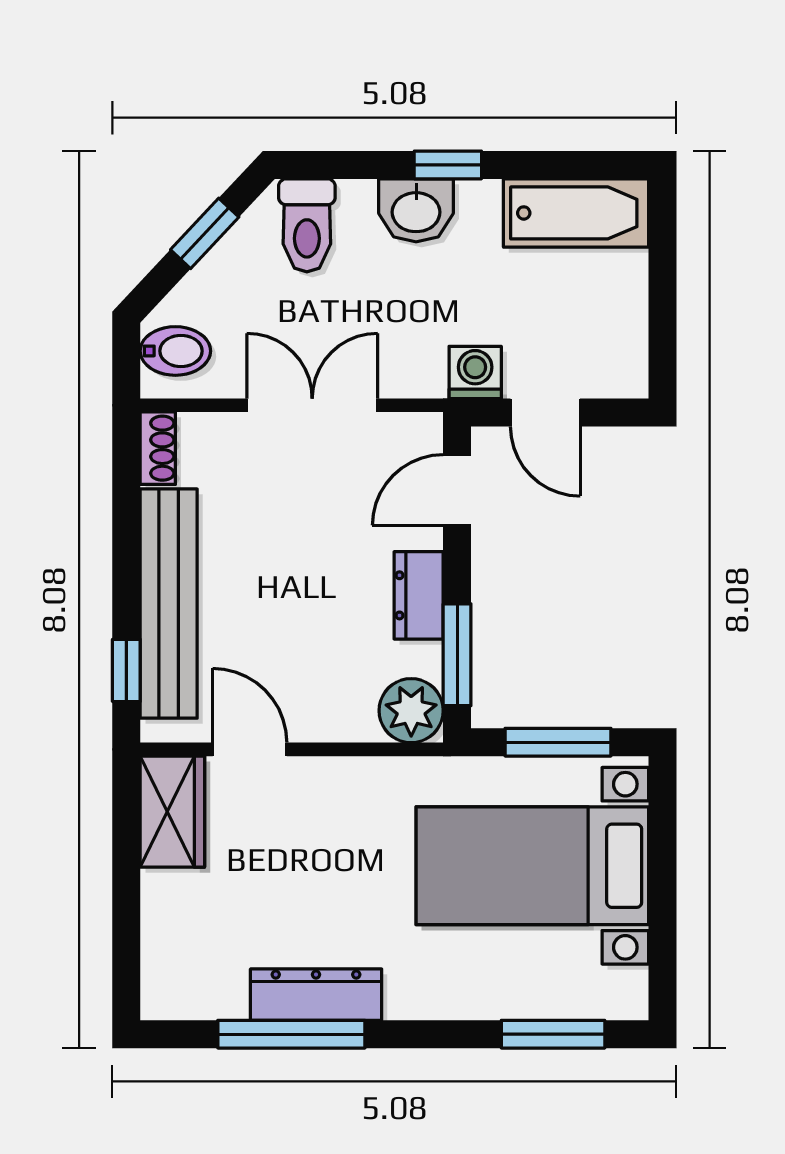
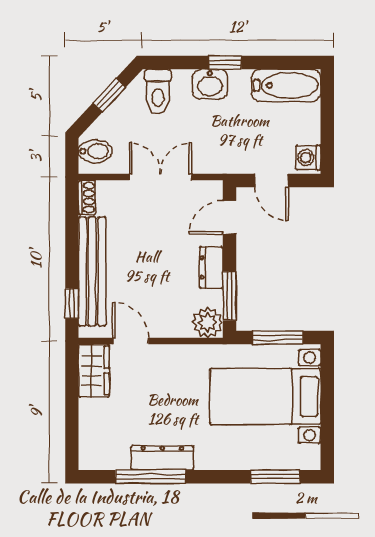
washing machine: (475, 372) -> (308, 158), moved, turned -90

